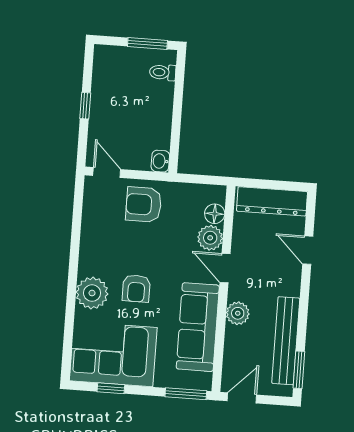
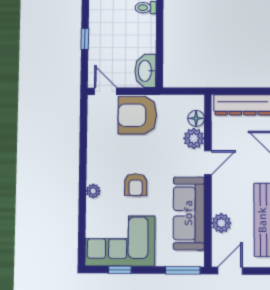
washbasin: (160, 161) -> (145, 71), width x1.91, depth x1.45
armchair: (144, 205) -> (137, 115), width x1.36, depth x1.36
door: (225, 268) -> (208, 163), swing flipped
plant: (92, 293) -> (93, 191), width x0.53, depth x0.53
plant: (238, 313) -> (221, 223), moved

